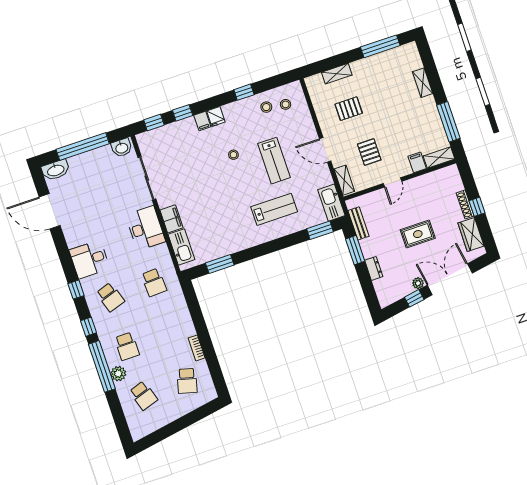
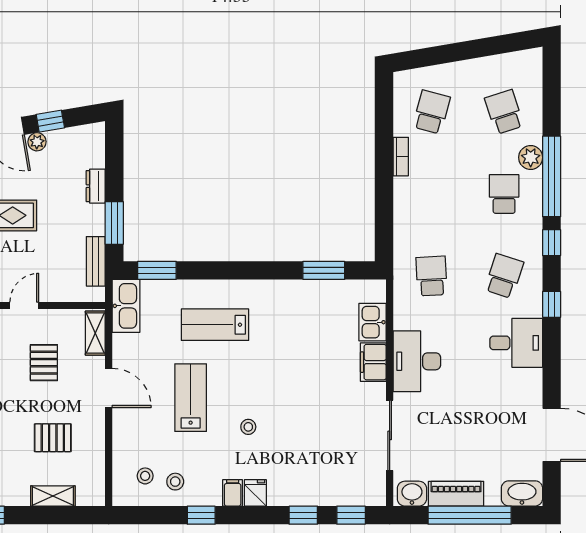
filing cabinet: (202, 121) -> (233, 493), moved
piano: (95, 157) -> (456, 494), added
kitchen sink: (181, 247) -> (373, 322), width x0.73
school desk: (110, 297) -> (504, 276), turned 36

